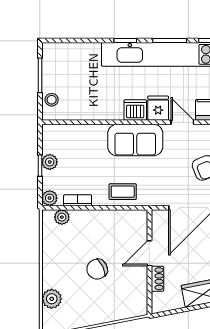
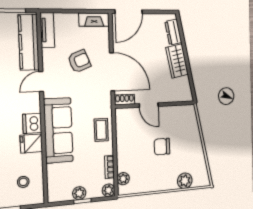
stool: (52, 100) -> (23, 182), moved
fridge: (158, 108) -> (31, 144), moved
sofa: (135, 140) -> (58, 130), width x1.36
chair: (97, 269) -> (162, 147), turned 116
shoe rack: (157, 279) -> (125, 100), moved

